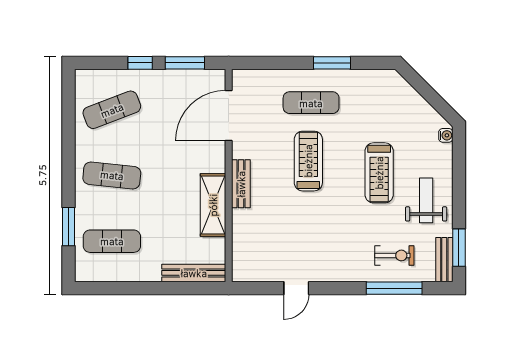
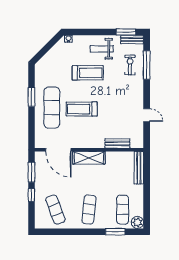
exercise mat: (311, 103) -> (52, 108), width x1.36, depth x1.45
bench: (241, 184) -> (117, 143), moved
shelving: (213, 205) -> (89, 158), moved
plant: (87, 270) -> (137, 222), added

